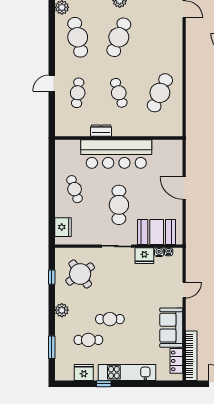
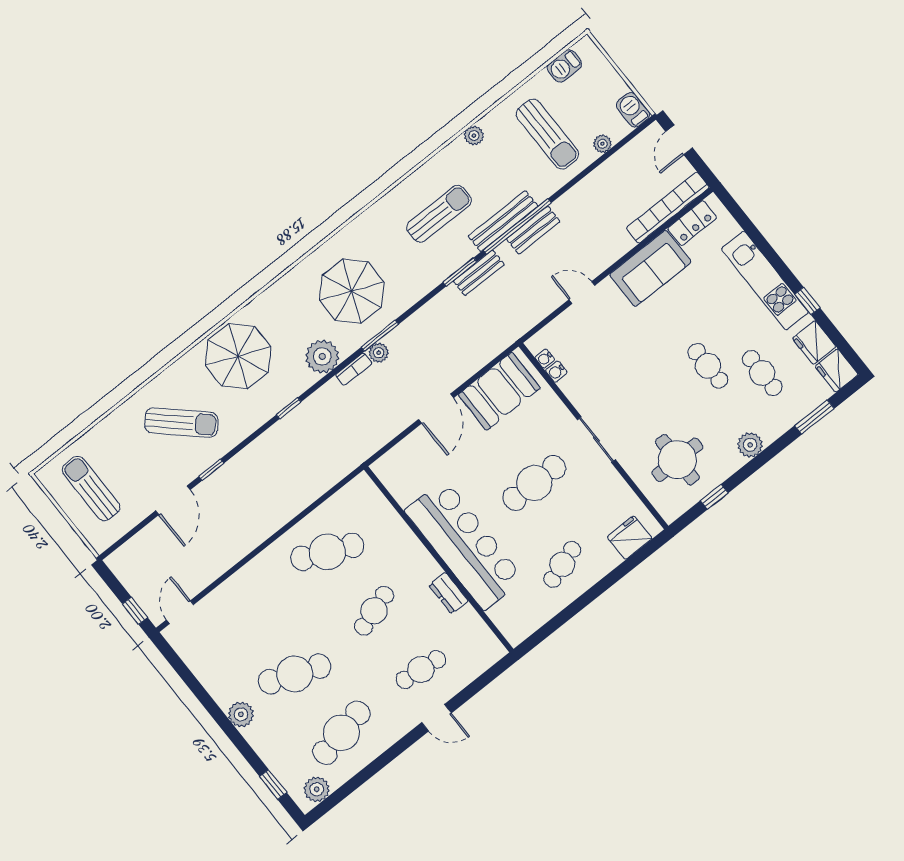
booth: (157, 232) -> (499, 391), moved, turned 90
fridge: (144, 256) -> (837, 370), moved, turned 180
round table: (80, 274) -> (677, 460), turned 35

